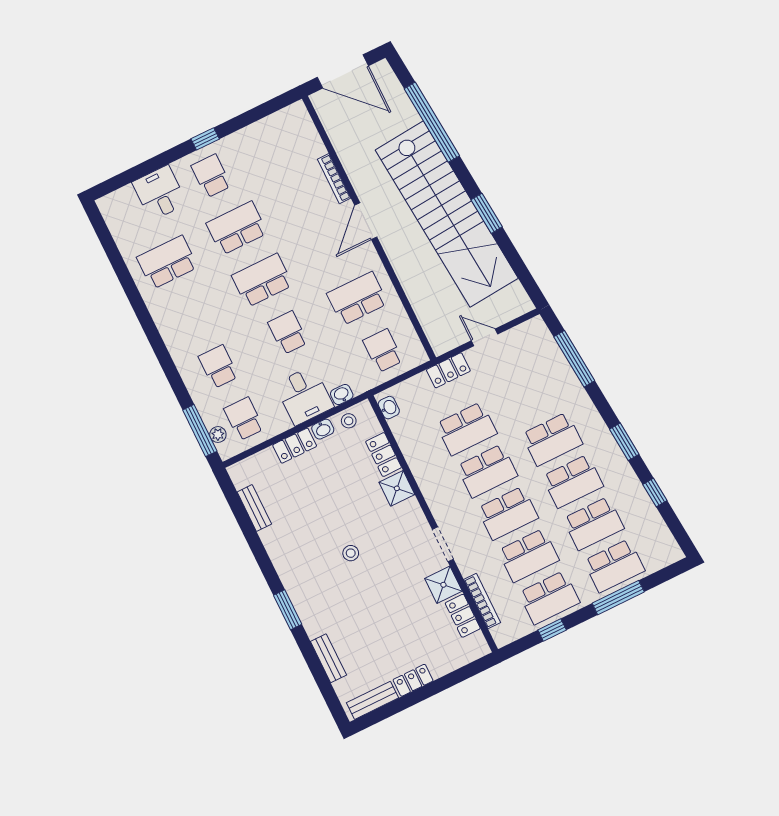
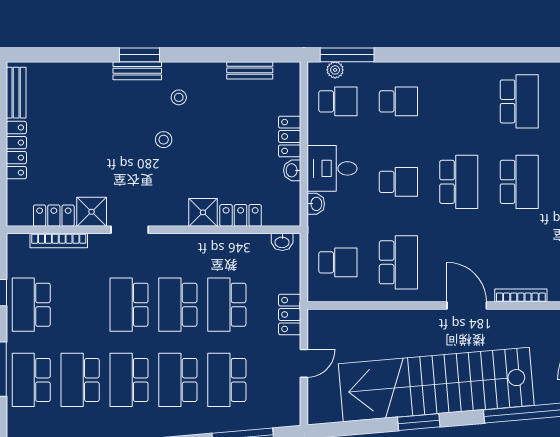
stool: (349, 421) -> (179, 97), moved
school desk: (529, 555) -> (227, 380), moved
bench: (328, 658) -> (137, 71), moved
locker: (413, 680) -> (16, 150), width x1.53

